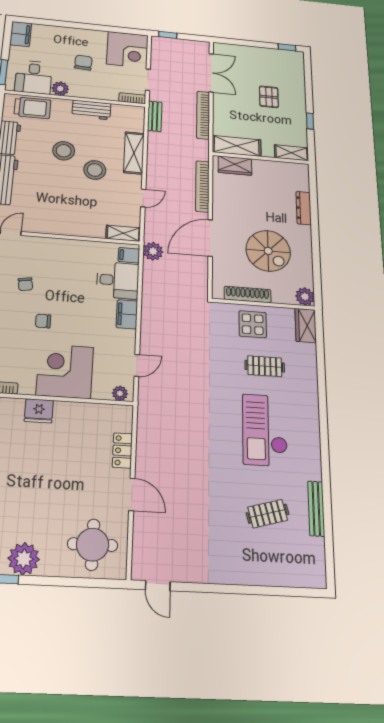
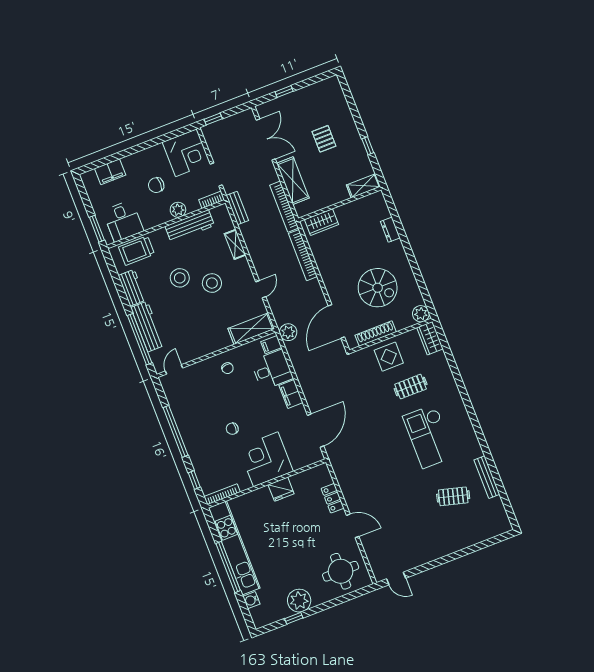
filing cabinet: (21, 34) -> (110, 172), moved, turned 90
window: (287, 47) -> (284, 92), moved
chair: (83, 63) -> (156, 185), turned -93
plant: (60, 89) -> (178, 210), moved
trolley: (32, 108) -> (136, 251), turned 180
workbench: (91, 110) -> (190, 226), width x1.38
bookcase: (203, 115) -> (284, 207), moved
shelving: (237, 146) -> (293, 181), moved, turned 90
shelving: (134, 153) -> (235, 244), width x0.67, depth x0.75
dresser: (304, 208) -> (390, 230), width x0.70
shelving: (123, 233) -> (251, 329), width x1.50, depth x1.33
door: (210, 238) -> (336, 321), moved
chair: (25, 284) -> (227, 368), moved
door: (137, 365) -> (316, 431), width x1.87
plant: (120, 393) -> (313, 457), removed
fridge: (39, 411) -> (281, 489), moved
clothes rail: (268, 514) -> (453, 496), turned 30

